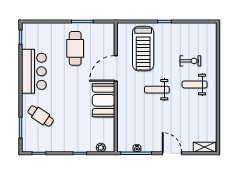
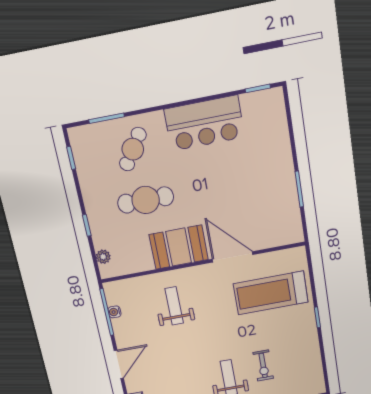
cafe table: (75, 48) -> (146, 200), moved
weight bench: (157, 90) -> (174, 306), moved

